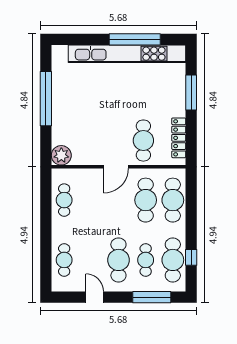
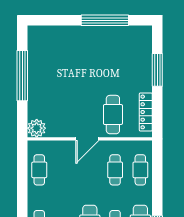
kitchen unit: (127, 54) -> (98, 34), removed
cafe table: (146, 200) -> (115, 170), width x0.73, depth x0.74
cafe table: (173, 200) -> (140, 170), width x0.73, depth x0.74

